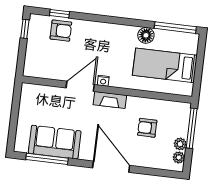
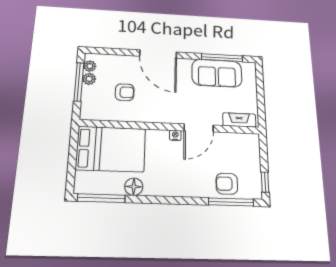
window: (60, 14) -> (231, 202), width x2.17
bed: (165, 65) -> (111, 149), width x1.50
fireplace: (110, 100) -> (239, 120), moved
window: (192, 128) -> (79, 82), moved

